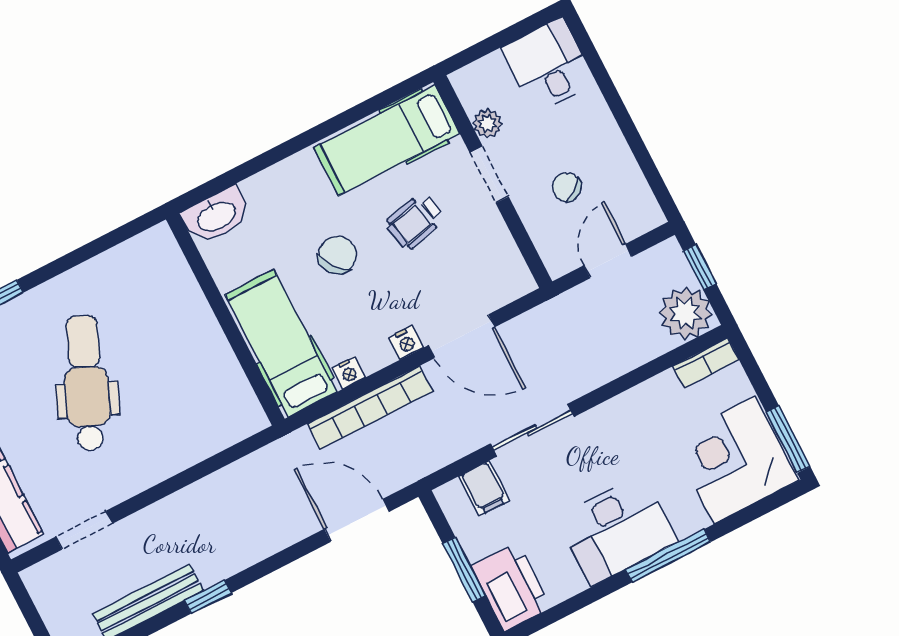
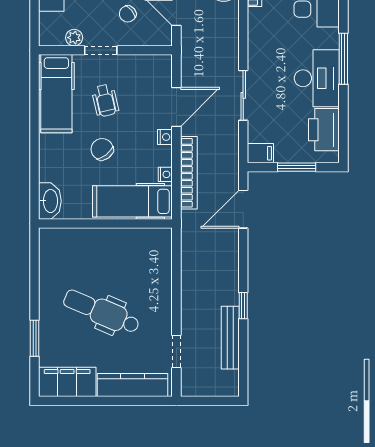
filing cabinet: (484, 488) -> (260, 153), moved
printer: (511, 587) -> (324, 130), moved, turned -90

